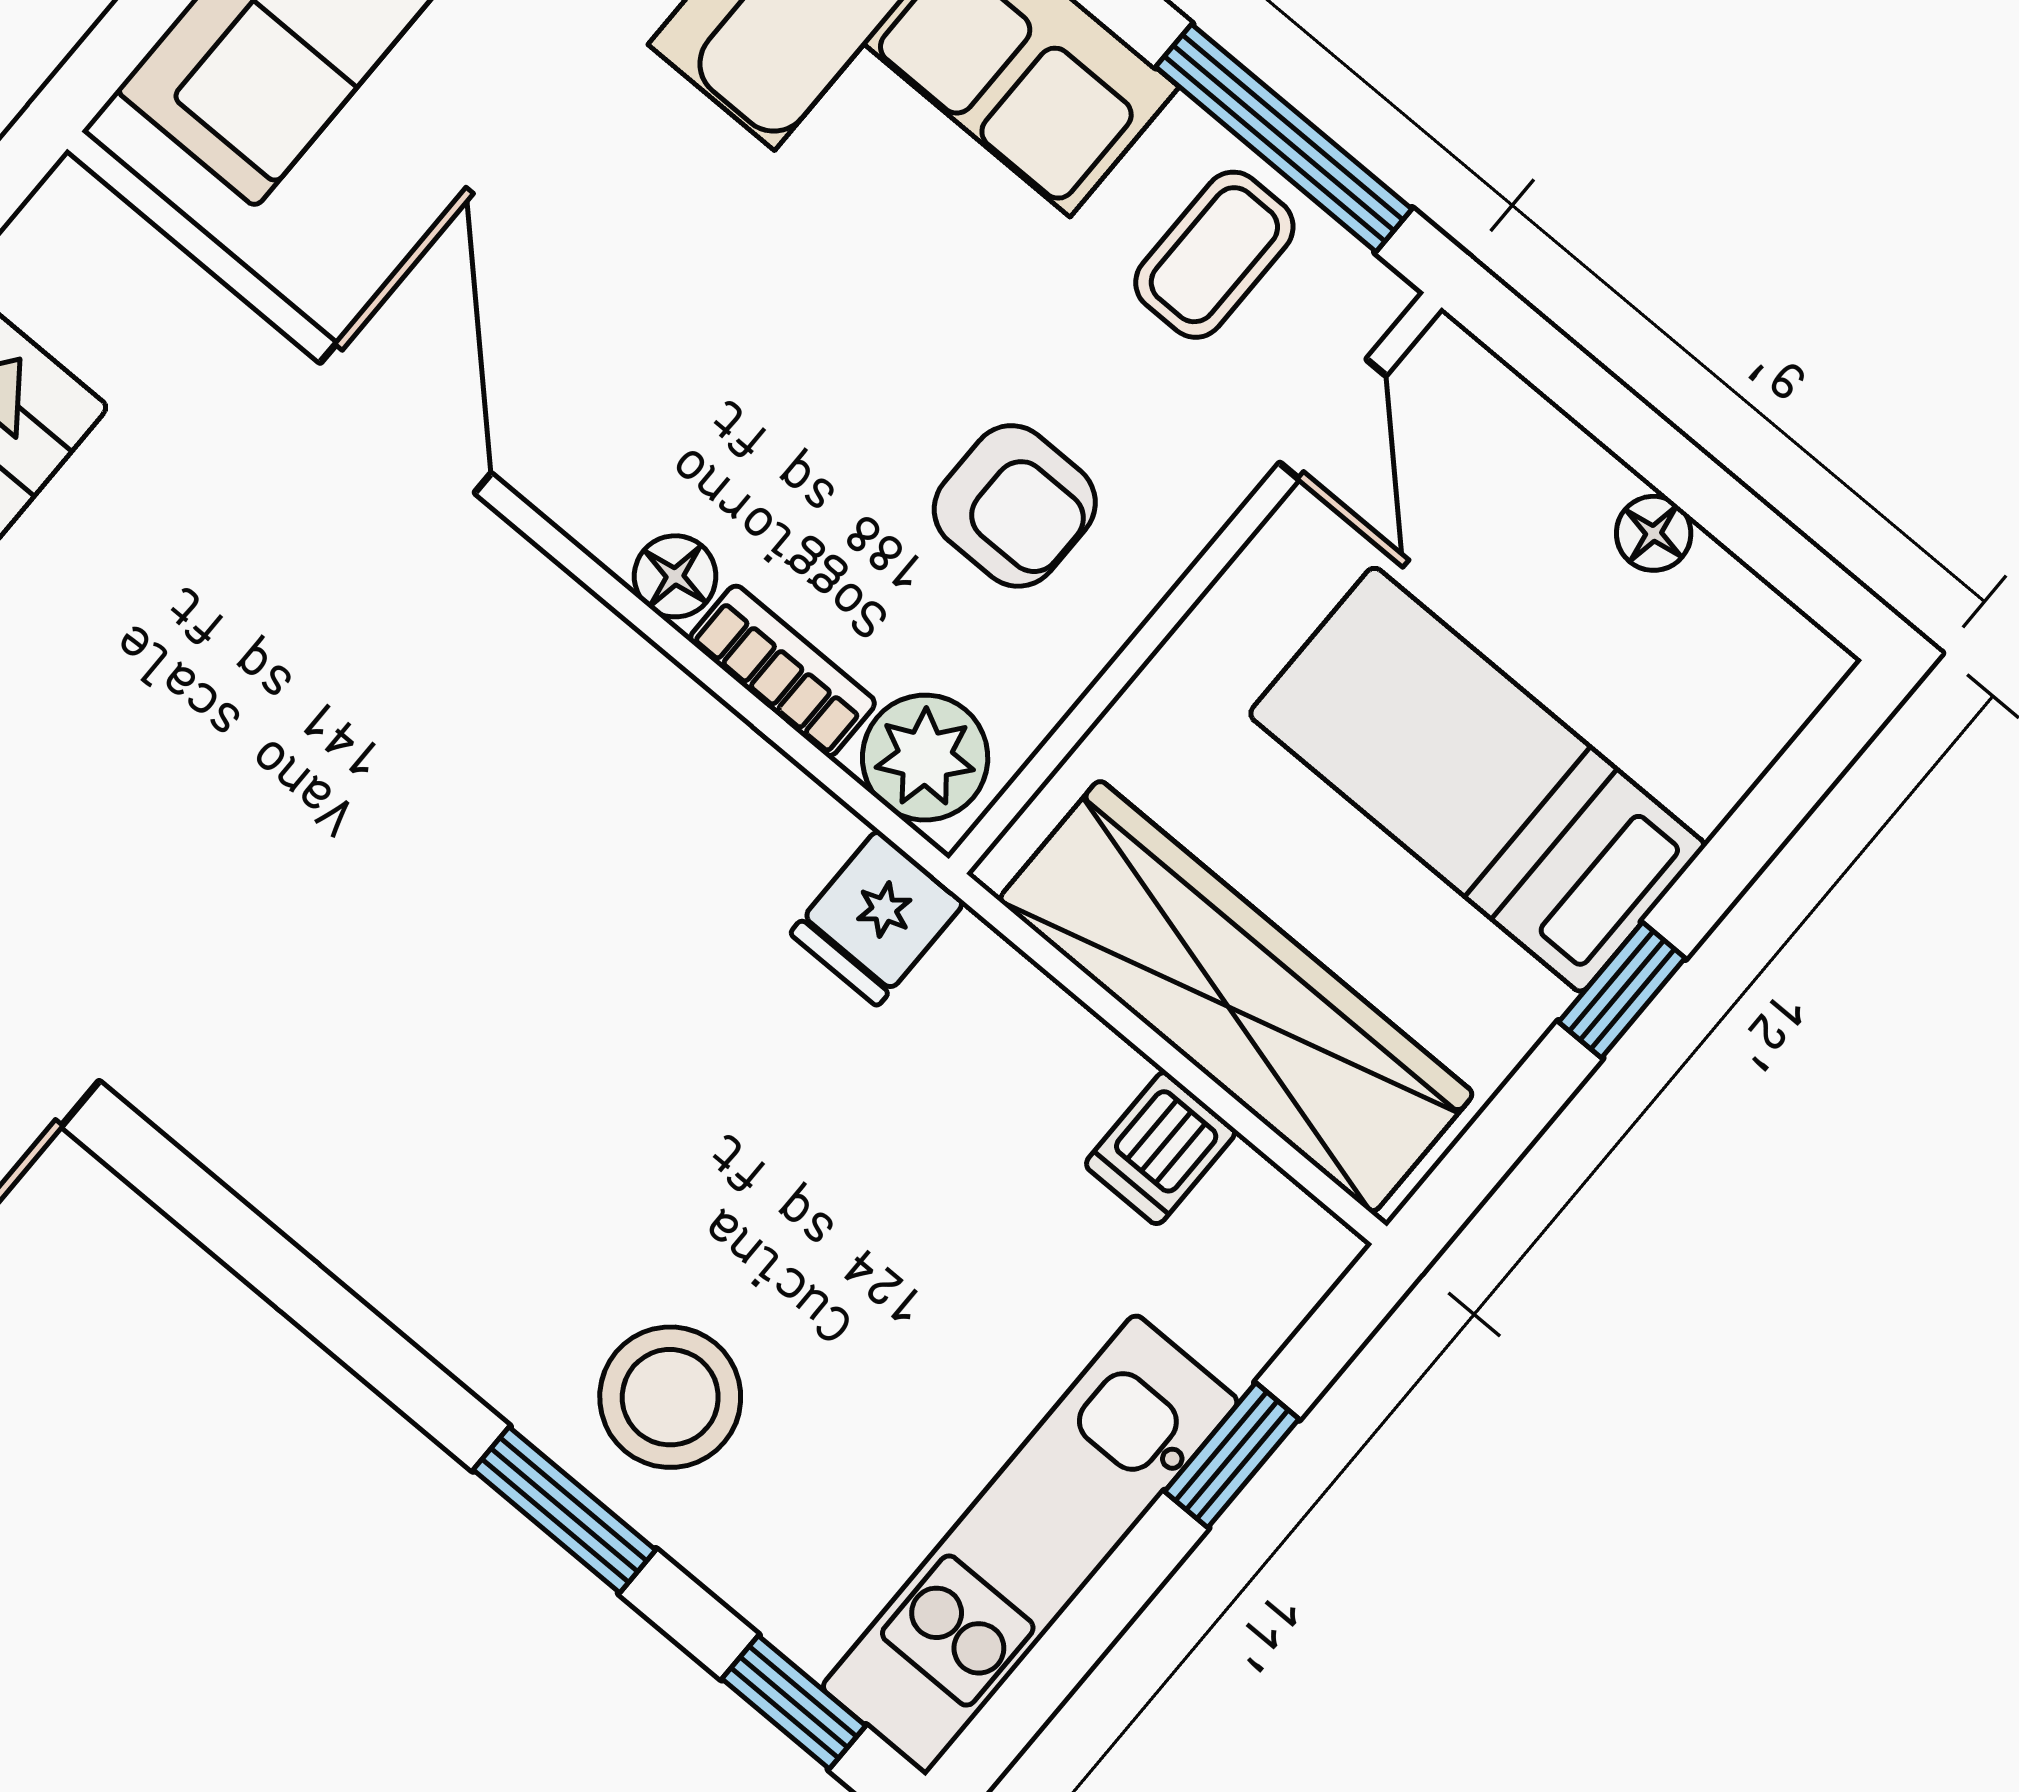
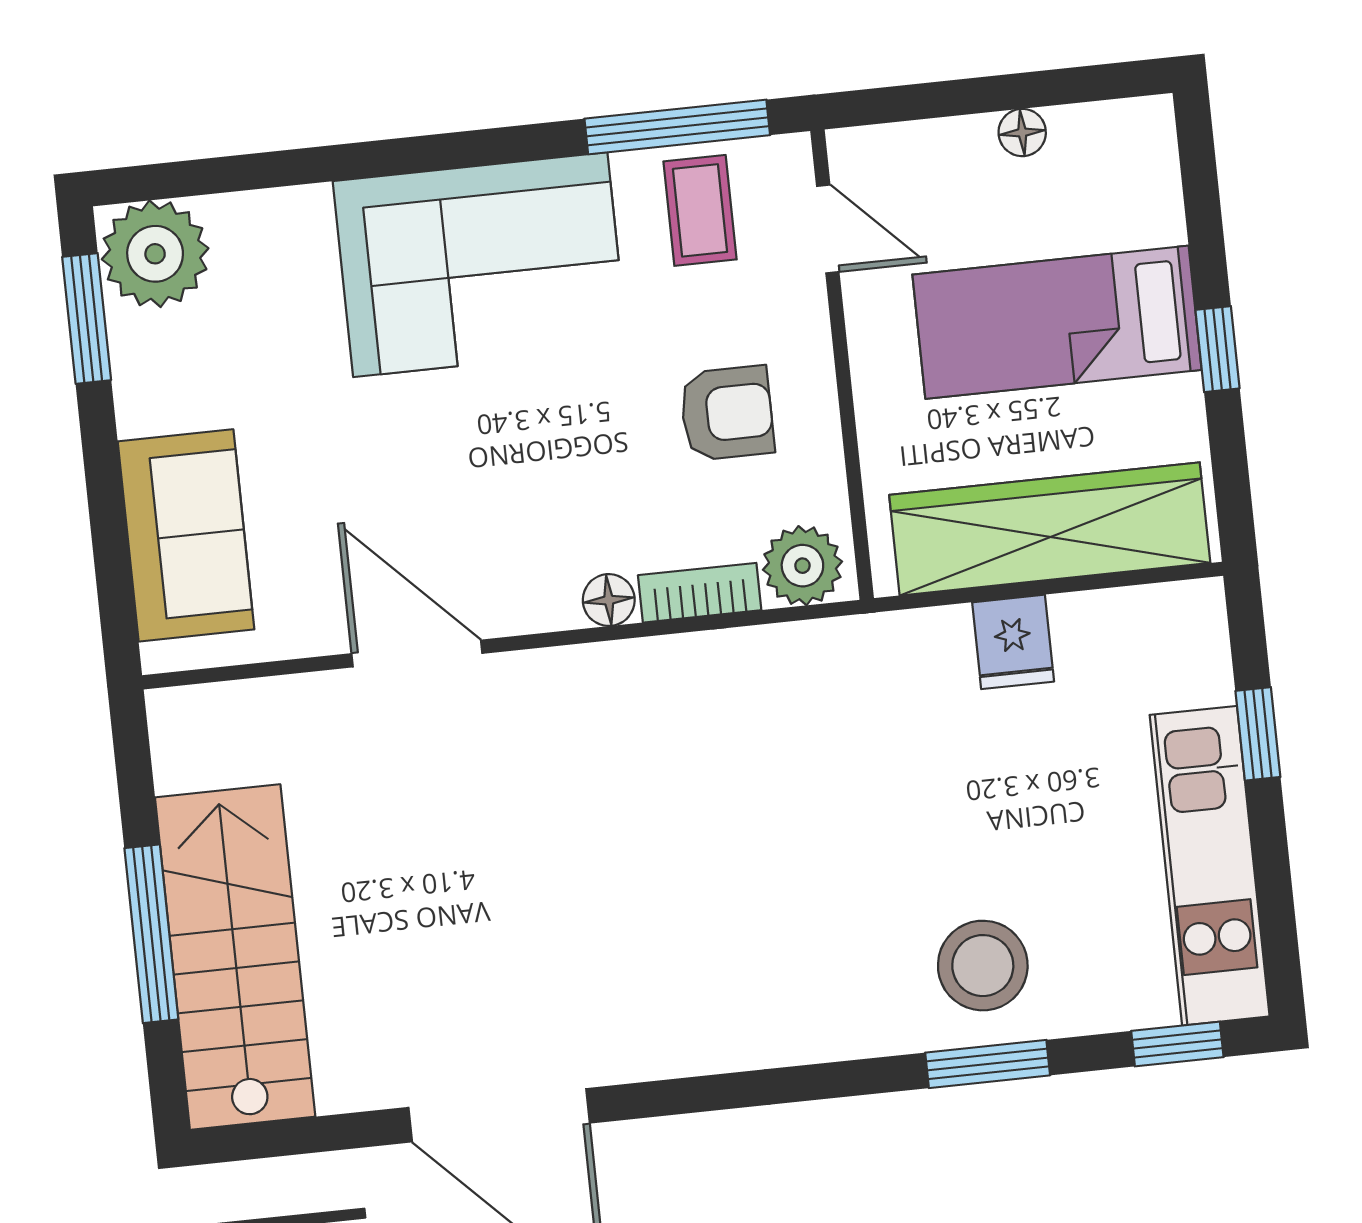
fridge: (877, 918) -> (1013, 642), moved
dishwasher: (1161, 1148) -> (1086, 631), removed

